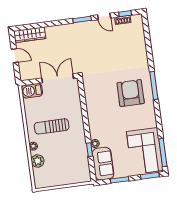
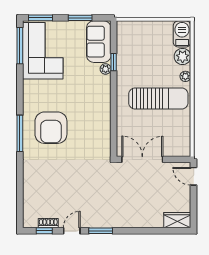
door: (104, 17) -> (72, 231), hinge flipped
wardrobe: (30, 35) -> (177, 220), width x0.67
door: (15, 56) -> (194, 176), moved
double door: (58, 78) -> (142, 159), swing flipped
barbecue: (32, 91) -> (182, 34), moved, turned -90
sun lounger: (52, 126) -> (158, 99), width x1.36, depth x1.34

